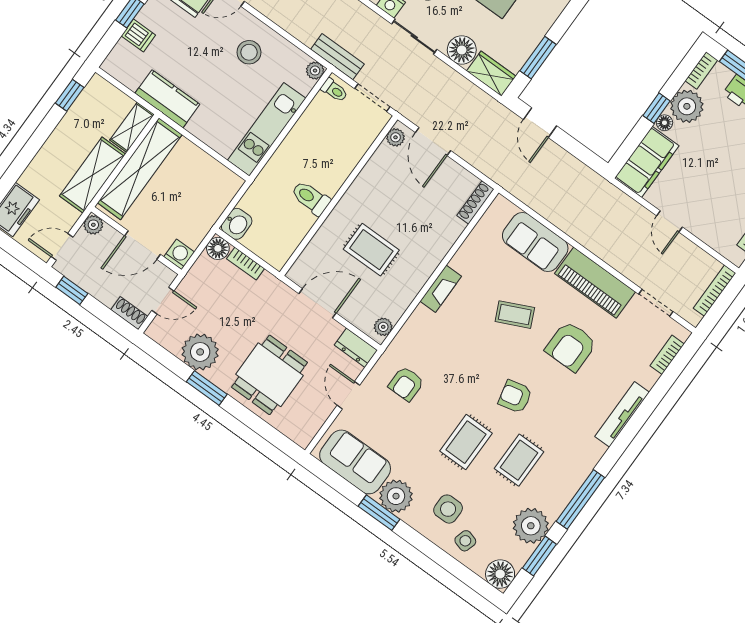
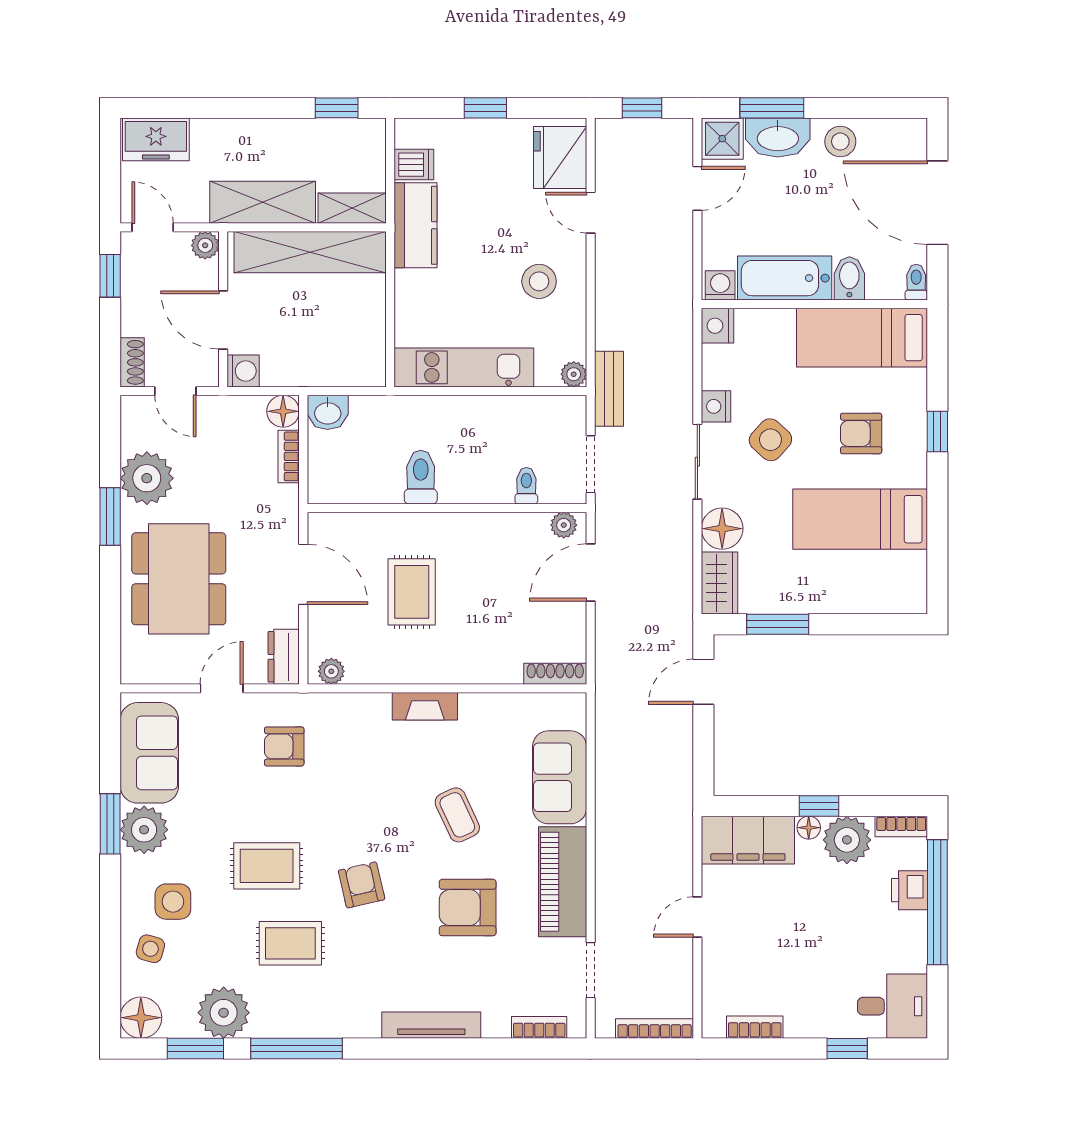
dishwasher: (138, 35) -> (414, 165), moved, turned -90
toilet: (334, 90) -> (526, 486), moved, turned 180
dining table: (270, 375) -> (179, 579), width x1.38

